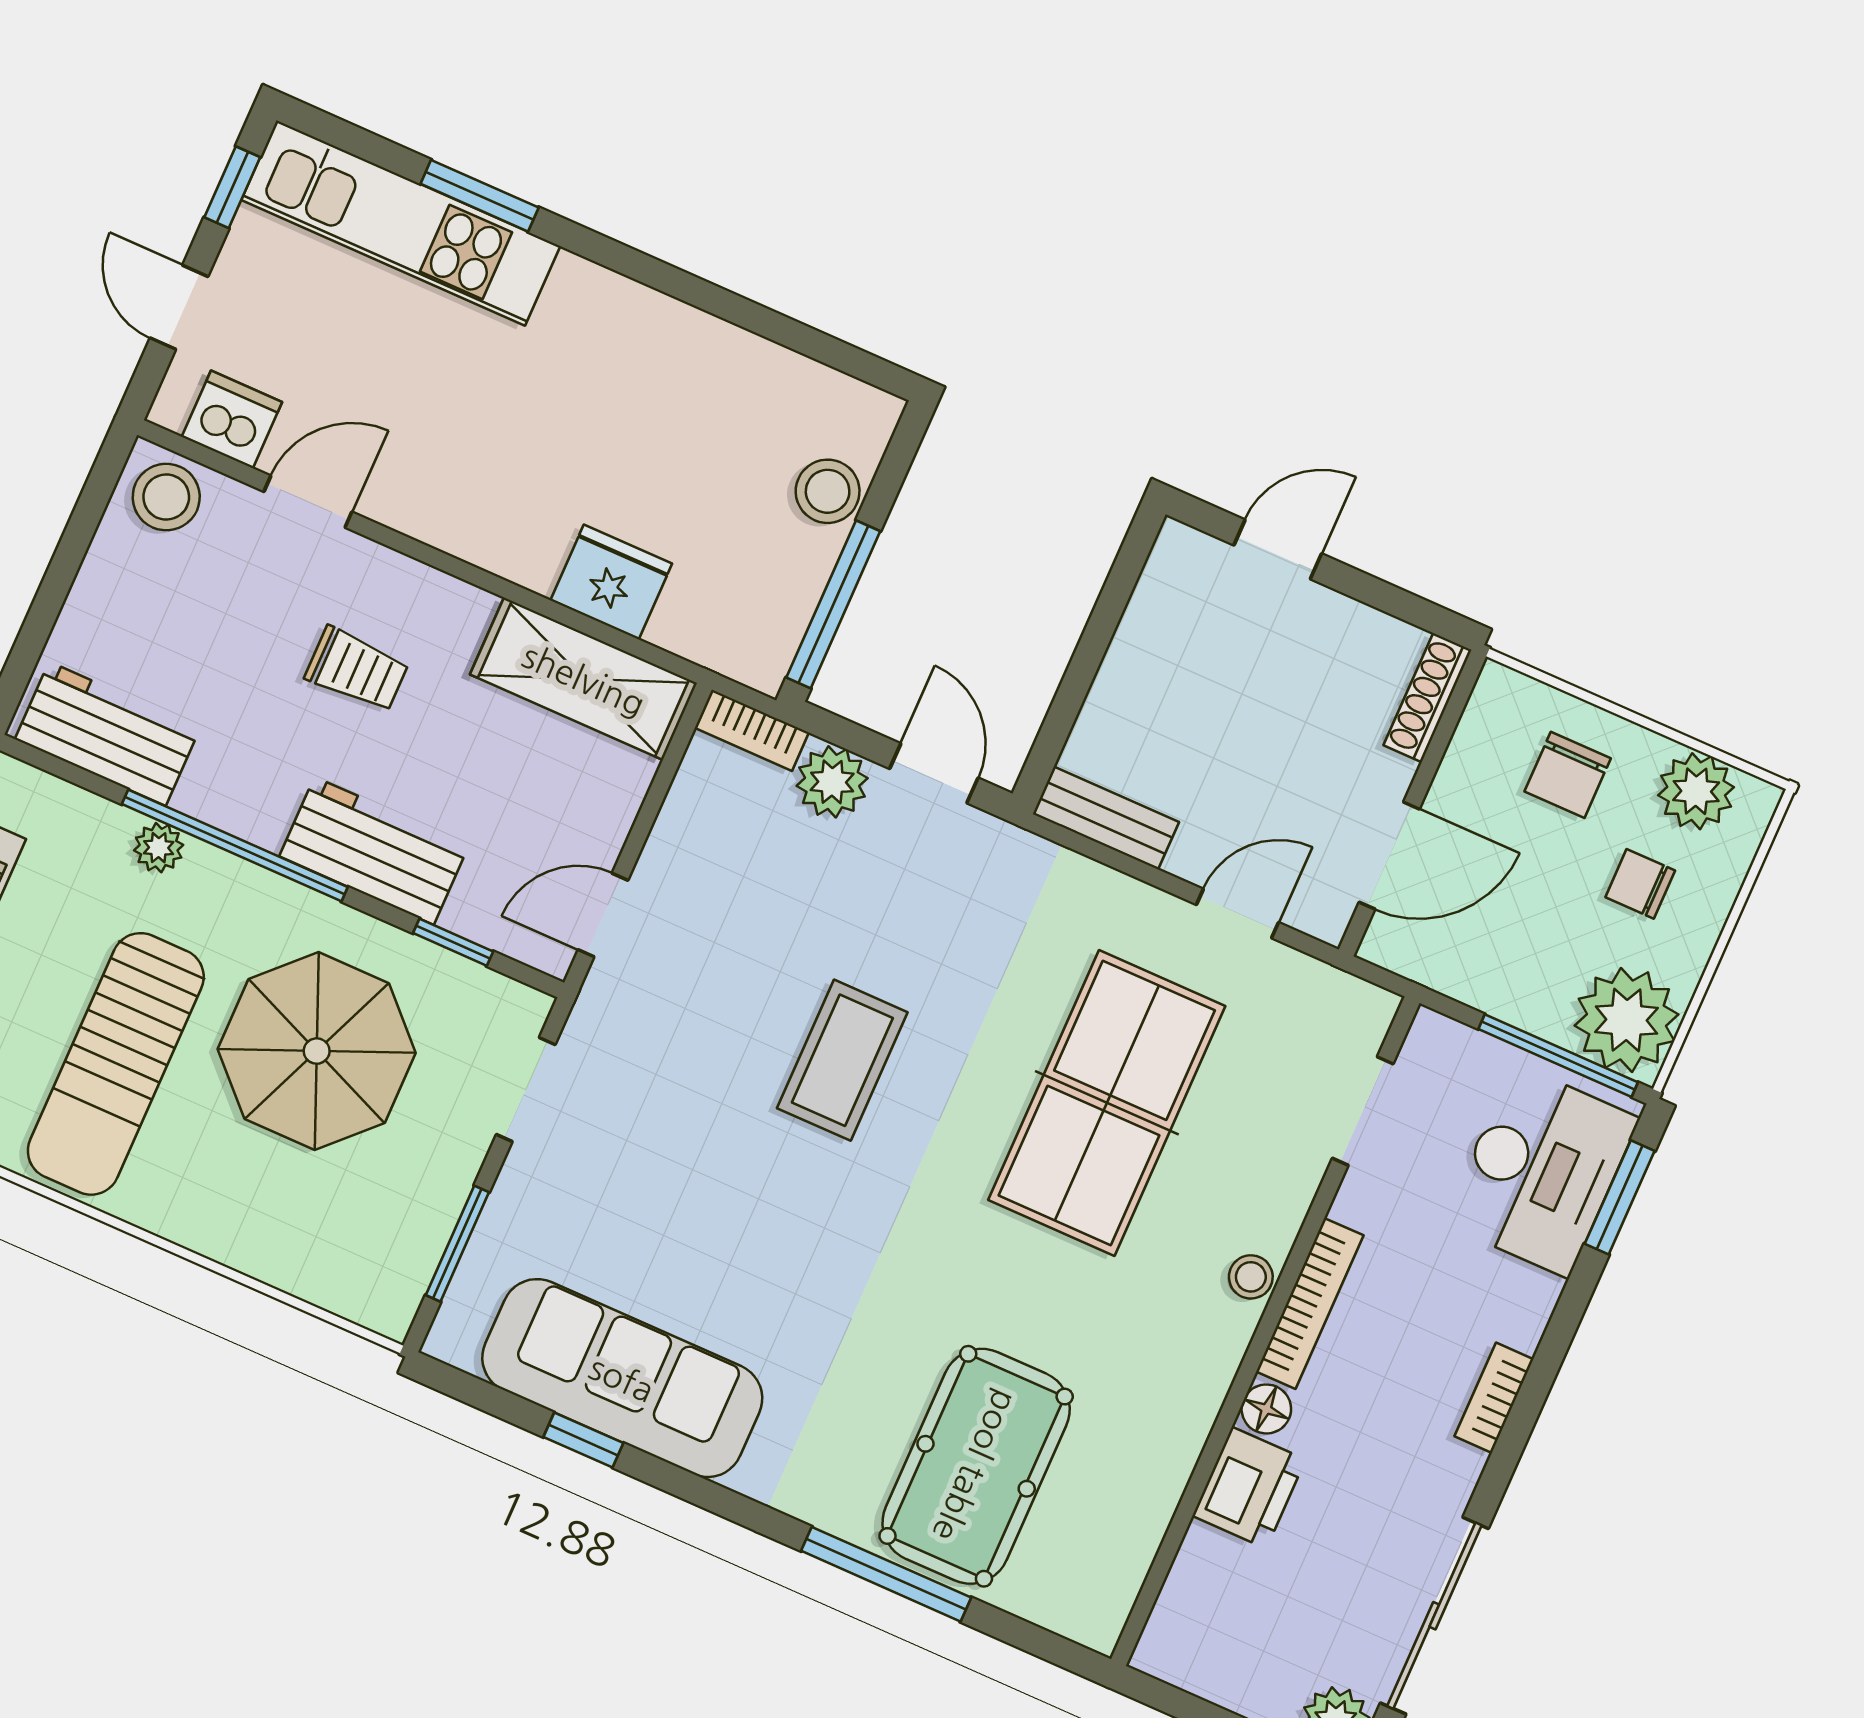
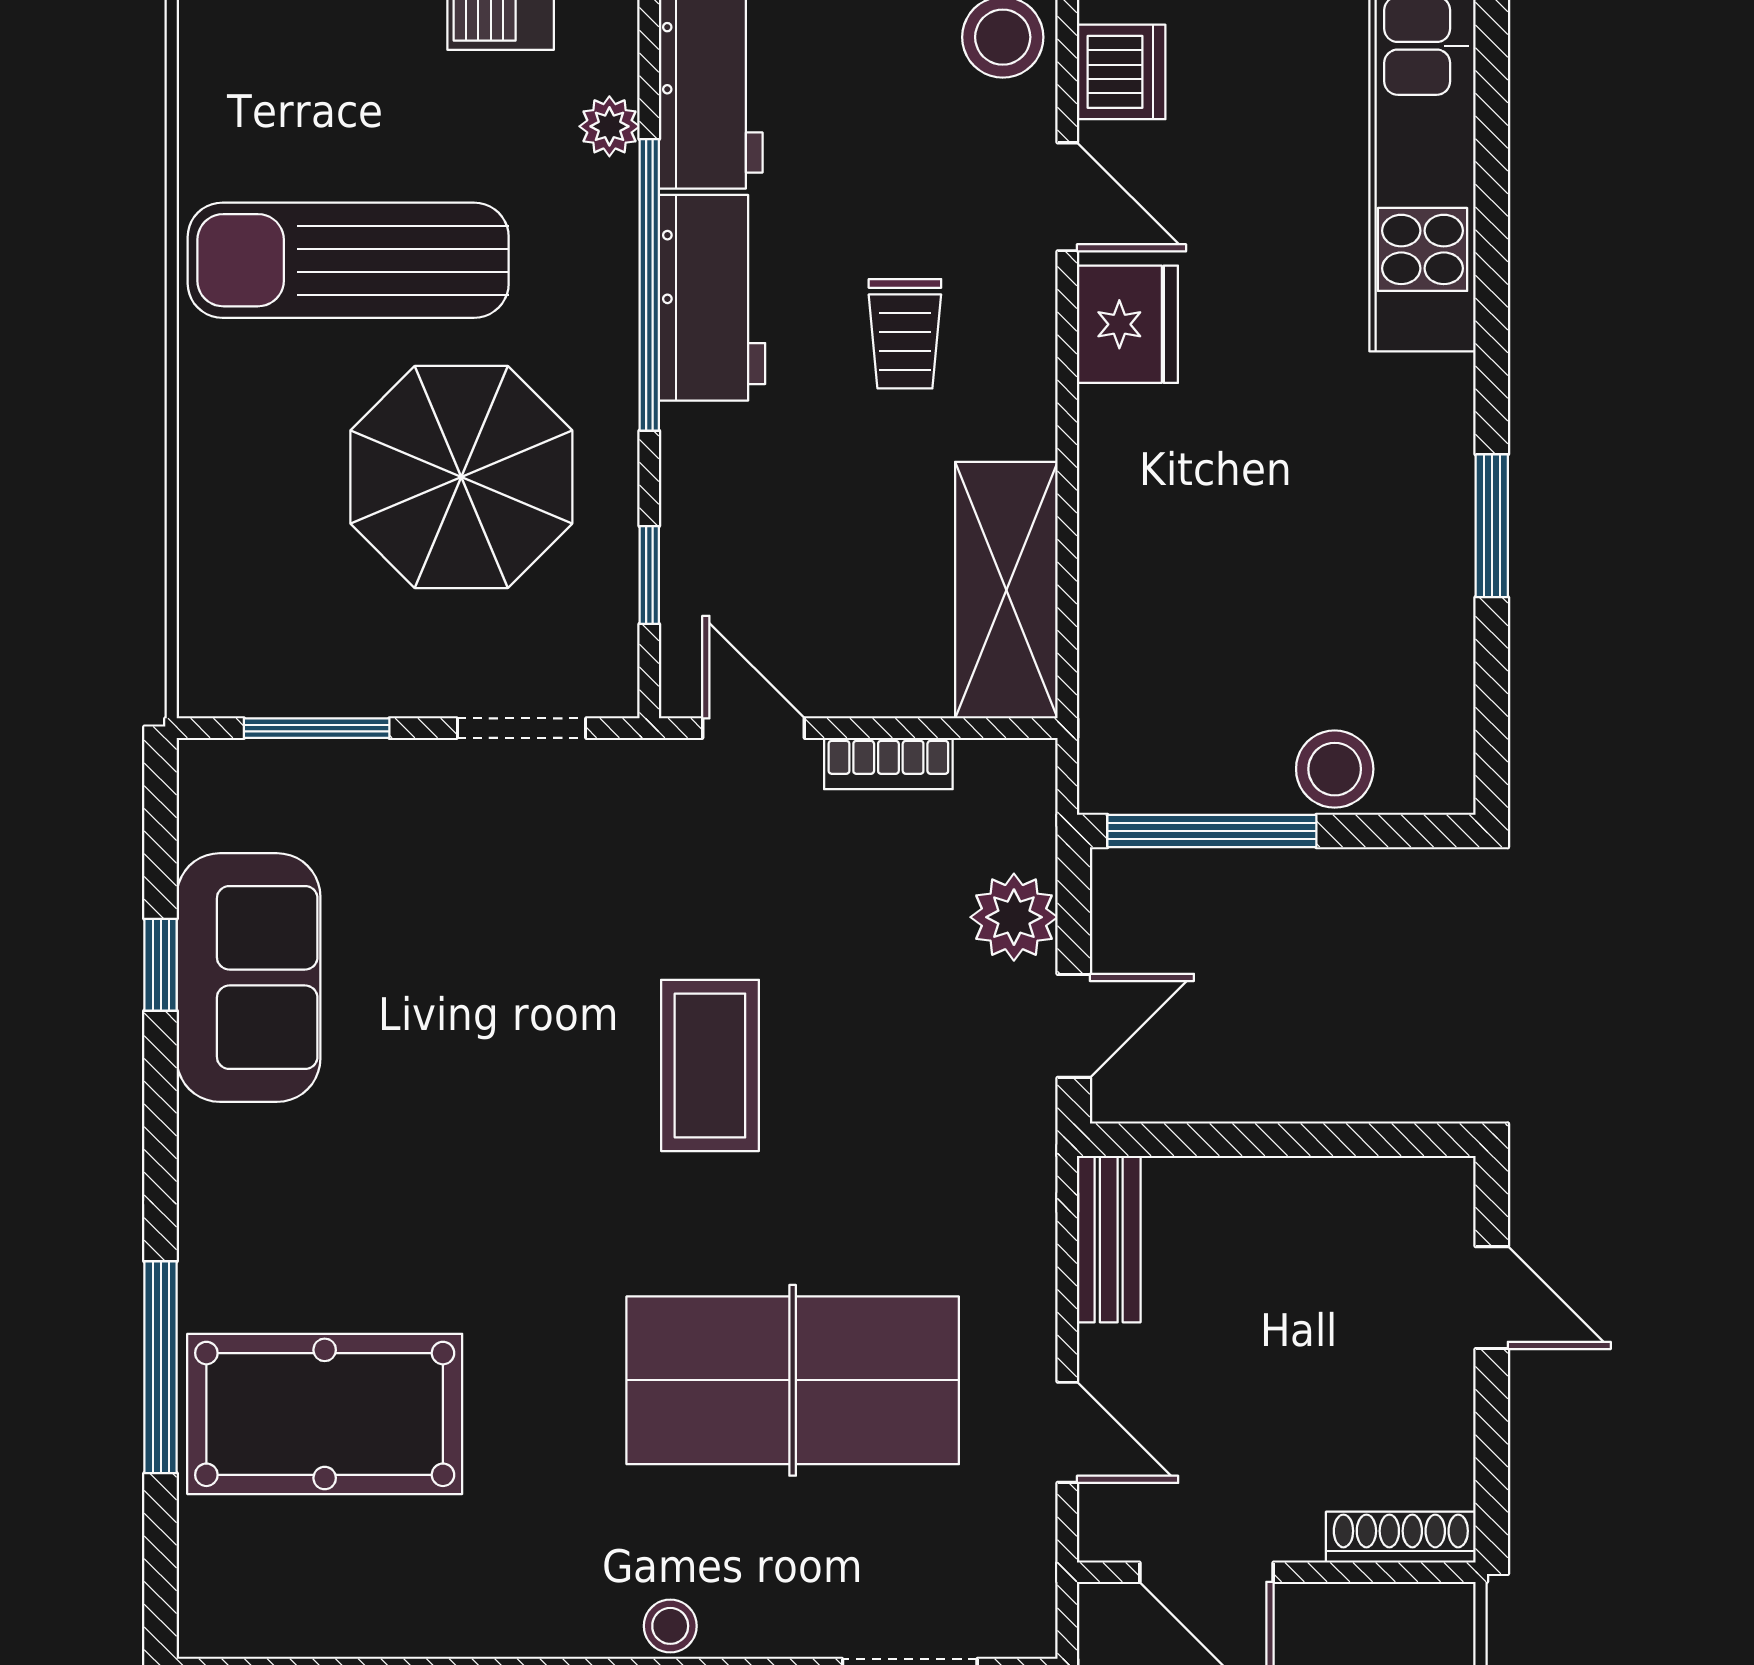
window: (480, 196) -> (1492, 526), moved
fridge: (611, 582) -> (1127, 324), moved
bookcase: (752, 730) -> (888, 764), moved, turned -90
plant: (159, 848) -> (609, 126), moved
workbench: (374, 851) -> (712, 298), moved
coffee table: (842, 1060) -> (710, 1065), turned 90
sofa: (622, 1378) -> (248, 978), width x0.73

